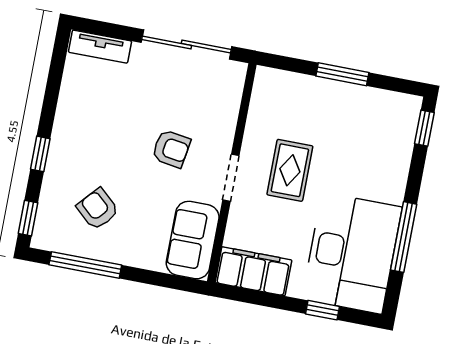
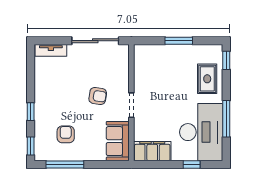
rug: (290, 170) -> (207, 79), moved
armchair: (98, 209) -> (66, 134), turned 48

